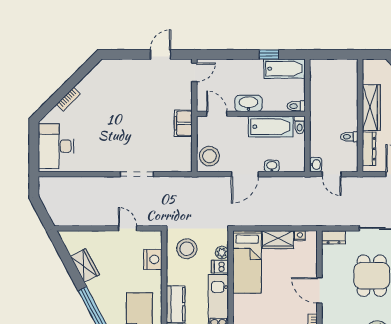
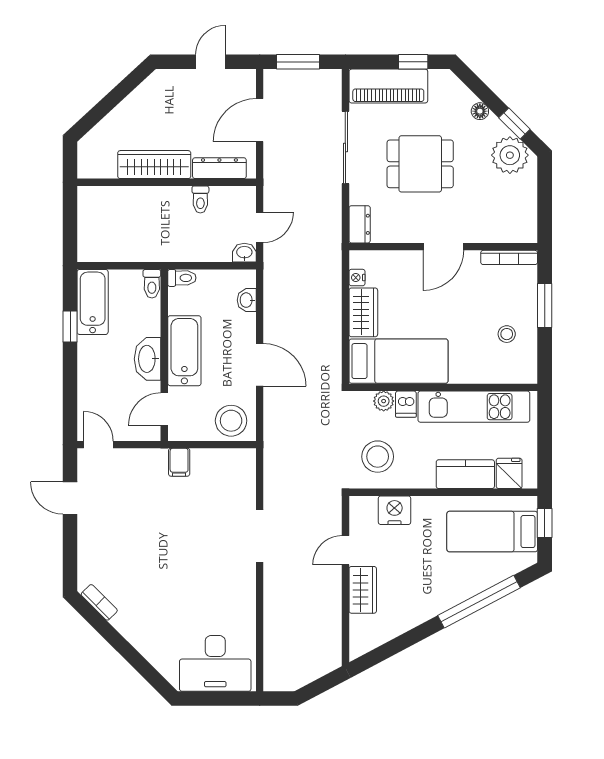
bookcase: (68, 99) -> (99, 602), moved
filing cabinet: (183, 123) -> (179, 462), width x0.50
bathtub: (271, 127) -> (184, 351), moved
washbasin: (272, 166) -> (247, 300), moved
wardrobe: (85, 265) -> (363, 590), moved, turned 118

